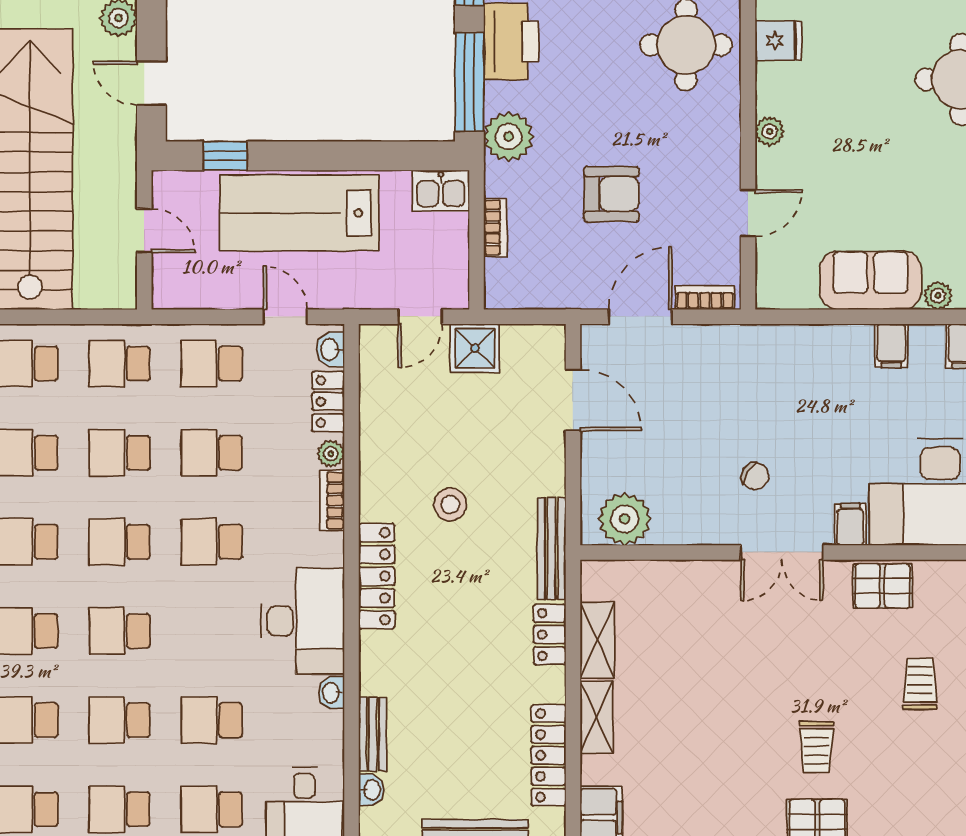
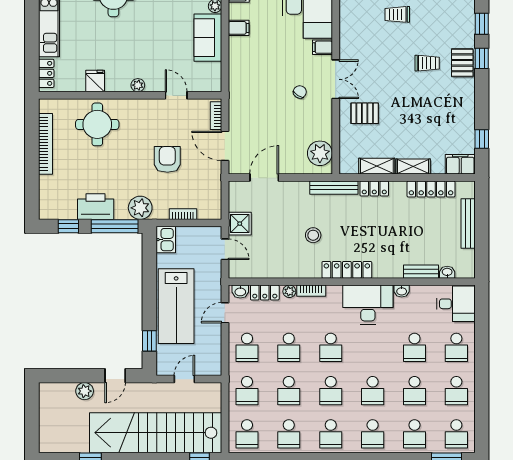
pallet: (882, 586) -> (365, 113), moved, turned 90

